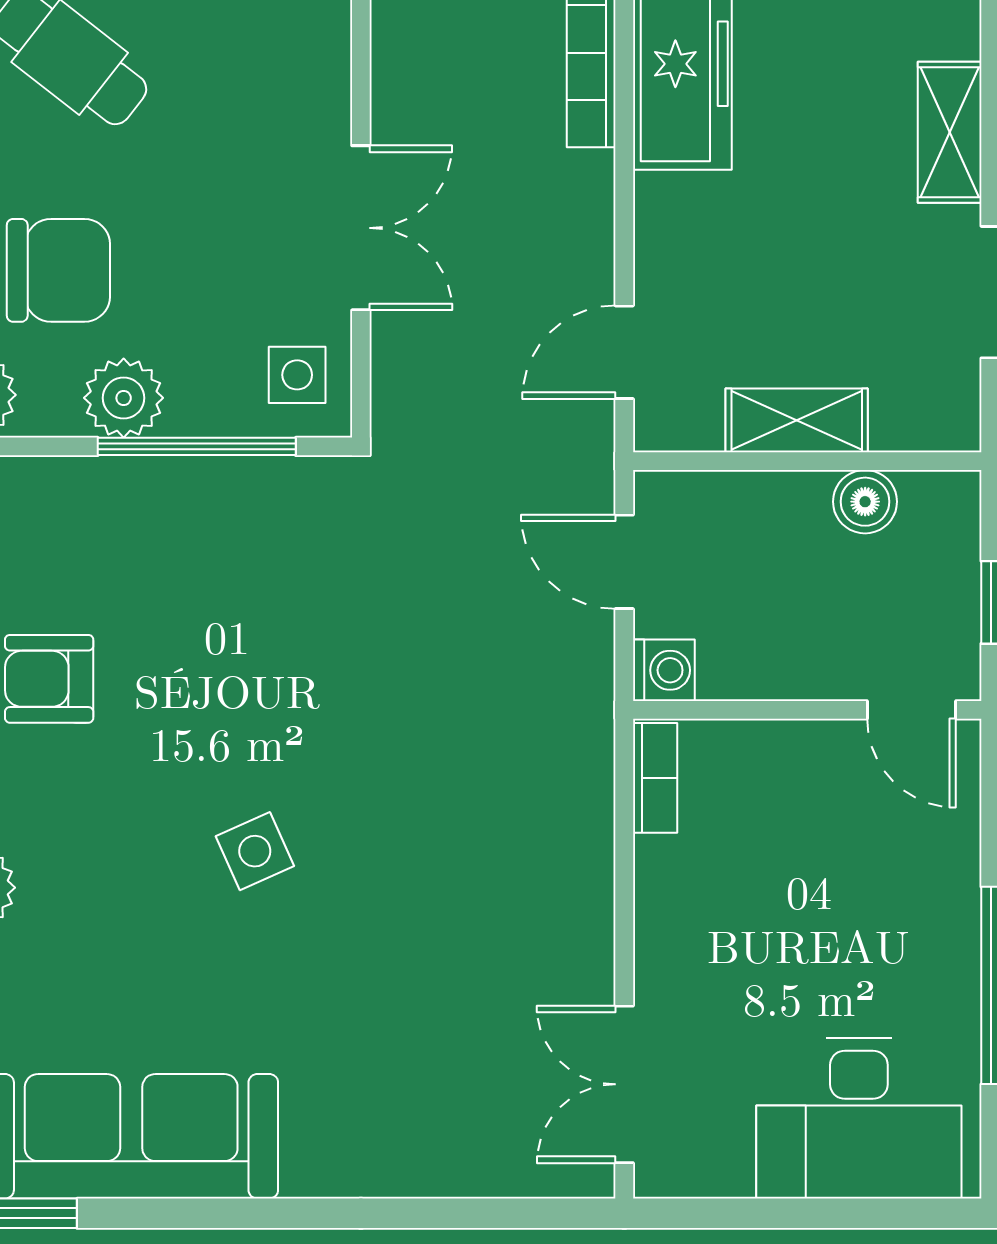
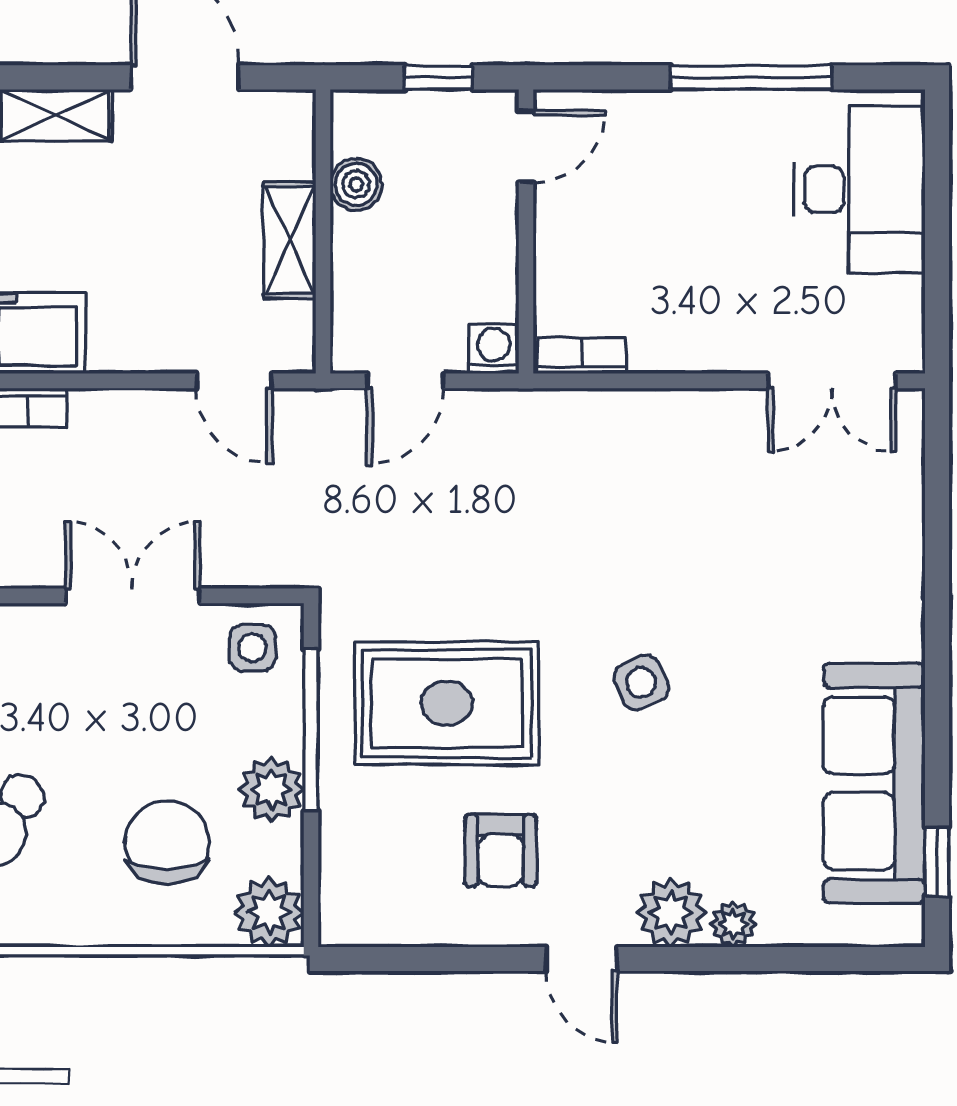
rug: (229, 613) -> (447, 703), added

